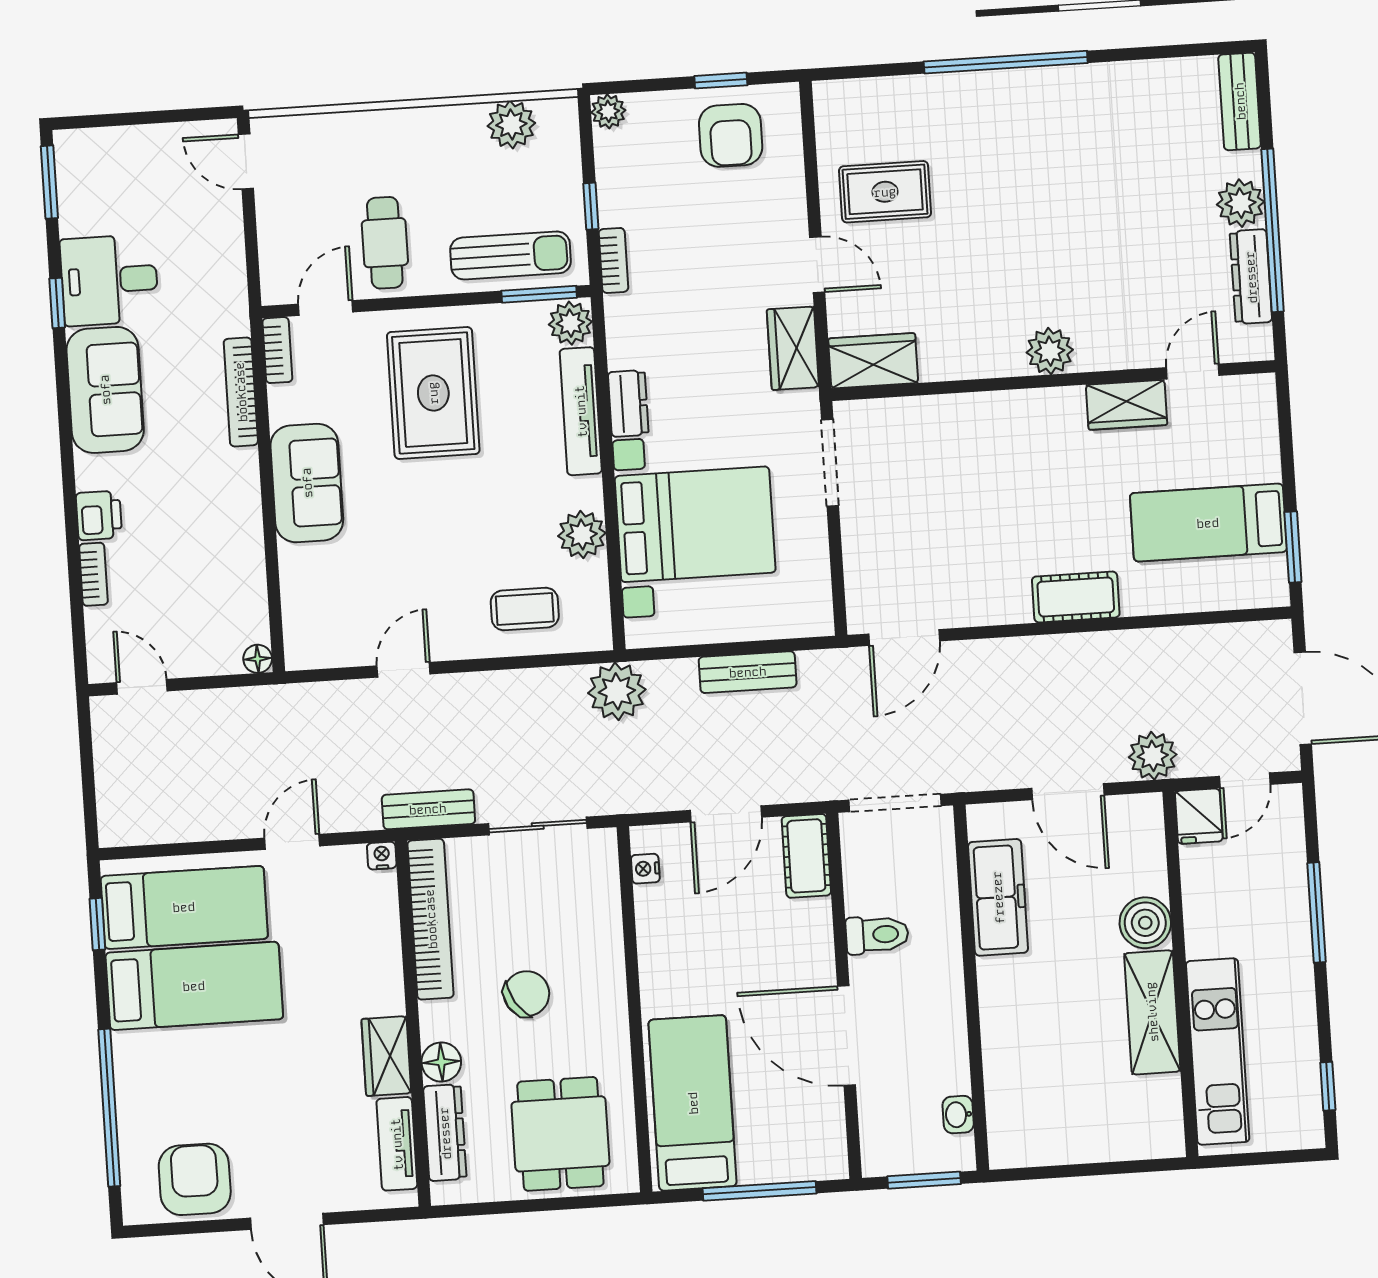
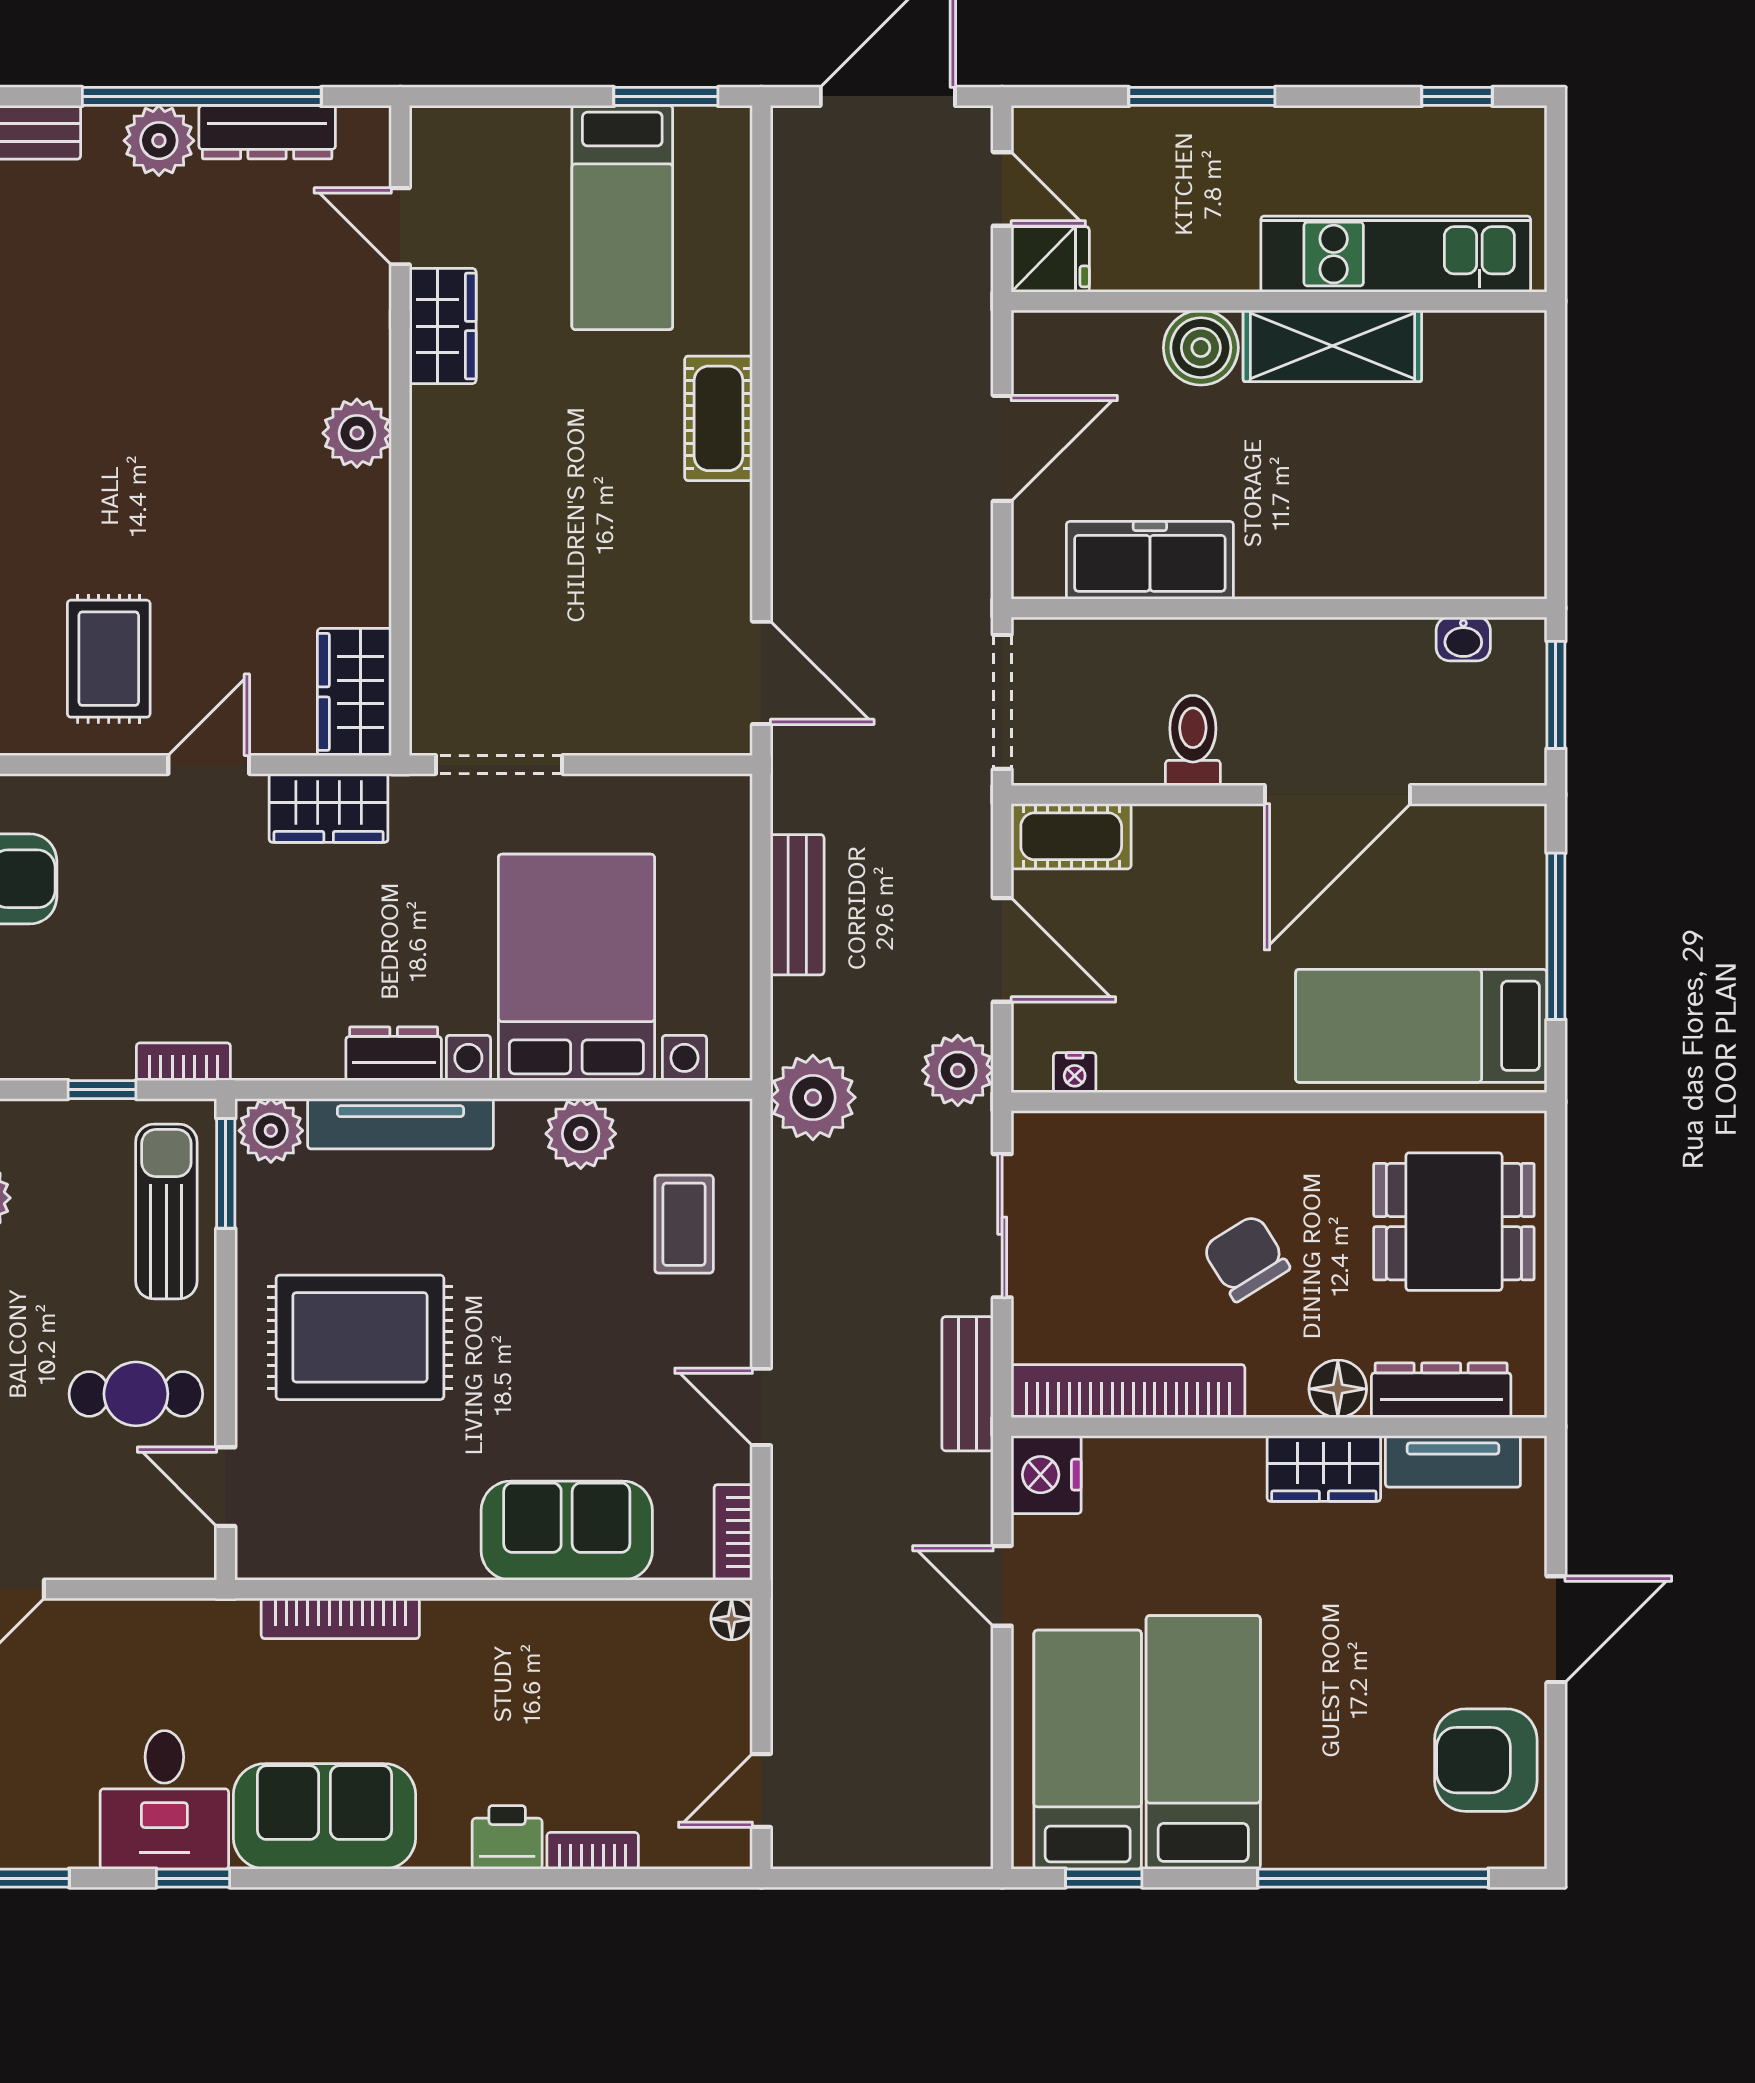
bookcase: (277, 350) -> (733, 1532), moved, turned -90
sofa: (307, 483) -> (567, 1531), moved
plant: (1153, 756) -> (958, 1070), moved
nightstand: (382, 856) -> (1046, 1475), width x1.89, depth x1.79

